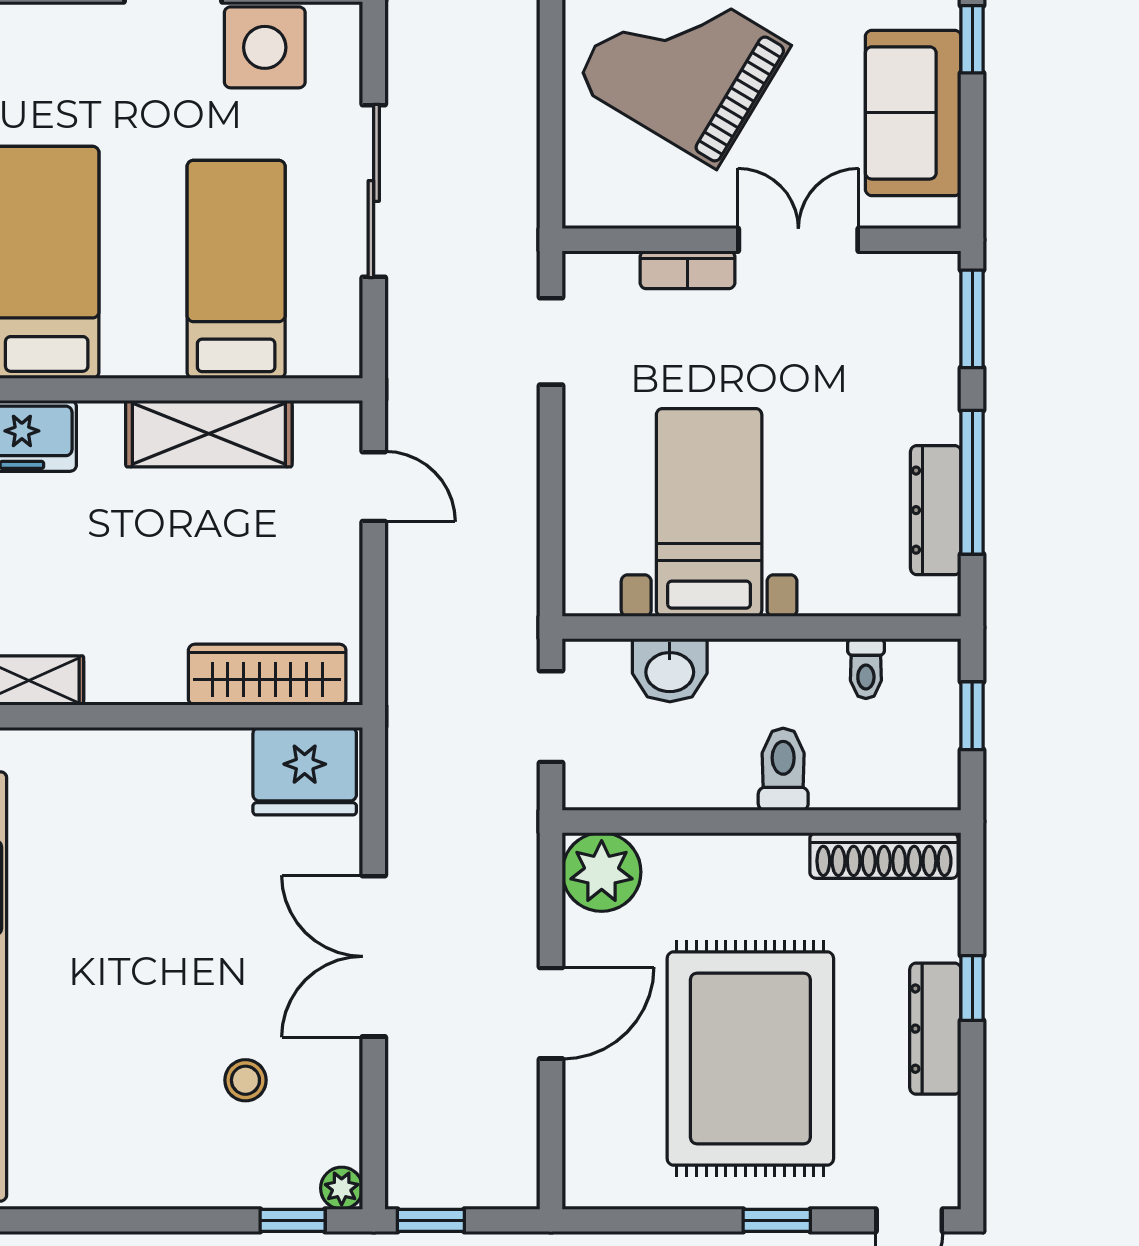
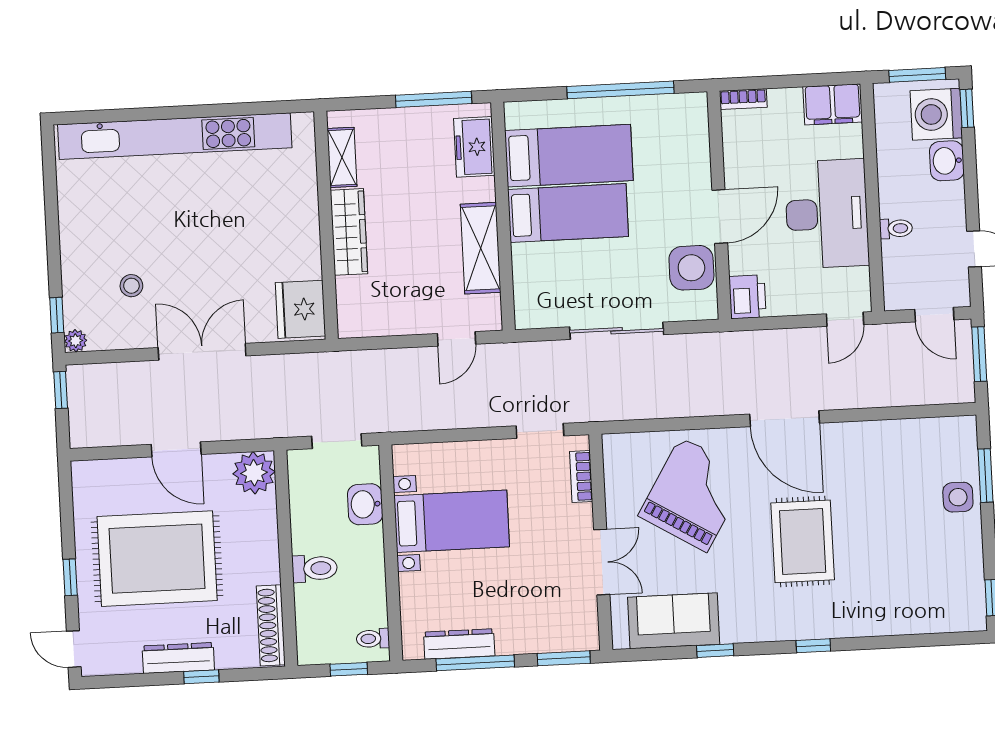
bed: (236, 269) -> (568, 213), moved
bookcase: (687, 270) -> (581, 476), moved
toilet: (866, 669) -> (373, 639), moved
wardrobe: (267, 675) -> (349, 232), moved

